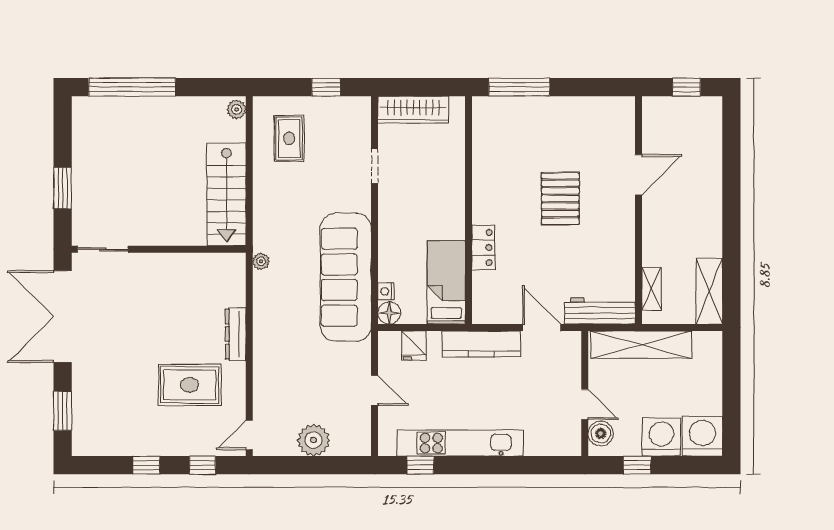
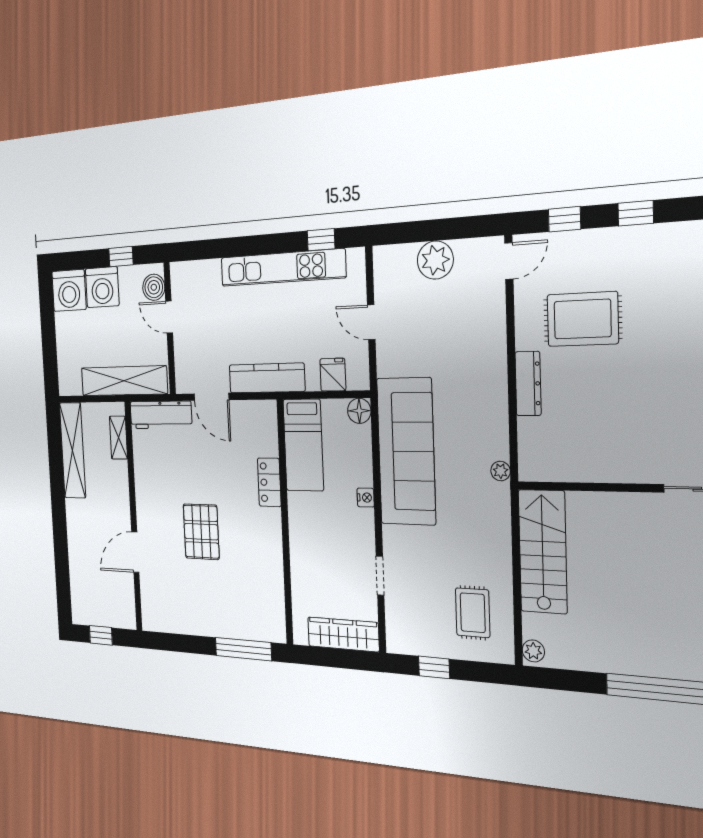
nightstand: (386, 291) -> (366, 498), moved
shelving: (709, 291) -> (73, 450), width x1.47

